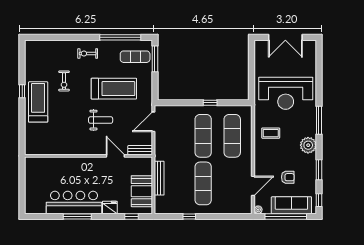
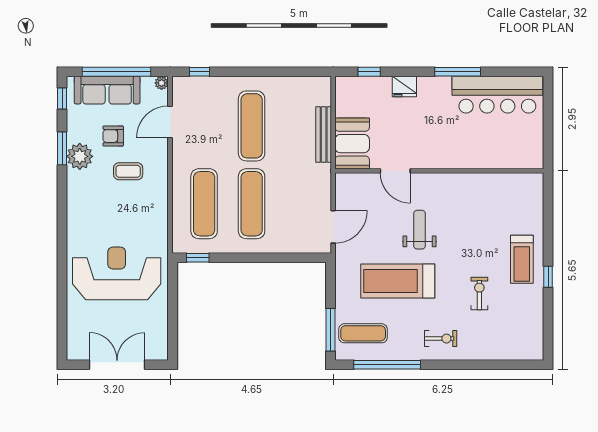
treadmill: (38, 102) -> (522, 259), width x0.73, depth x0.73
window: (210, 103) -> (198, 258), moved
weight bench: (101, 120) -> (419, 230), turned 90
window: (319, 120) -> (62, 229), removed
coffee table: (271, 133) -> (128, 171), moved
plant: (308, 145) -> (80, 156), moved
bench: (140, 150) -> (355, 180), removed
booth: (142, 191) -> (352, 144), moved
bar counter: (74, 202) -> (497, 95), moved
window: (189, 216) -> (200, 72), moved

